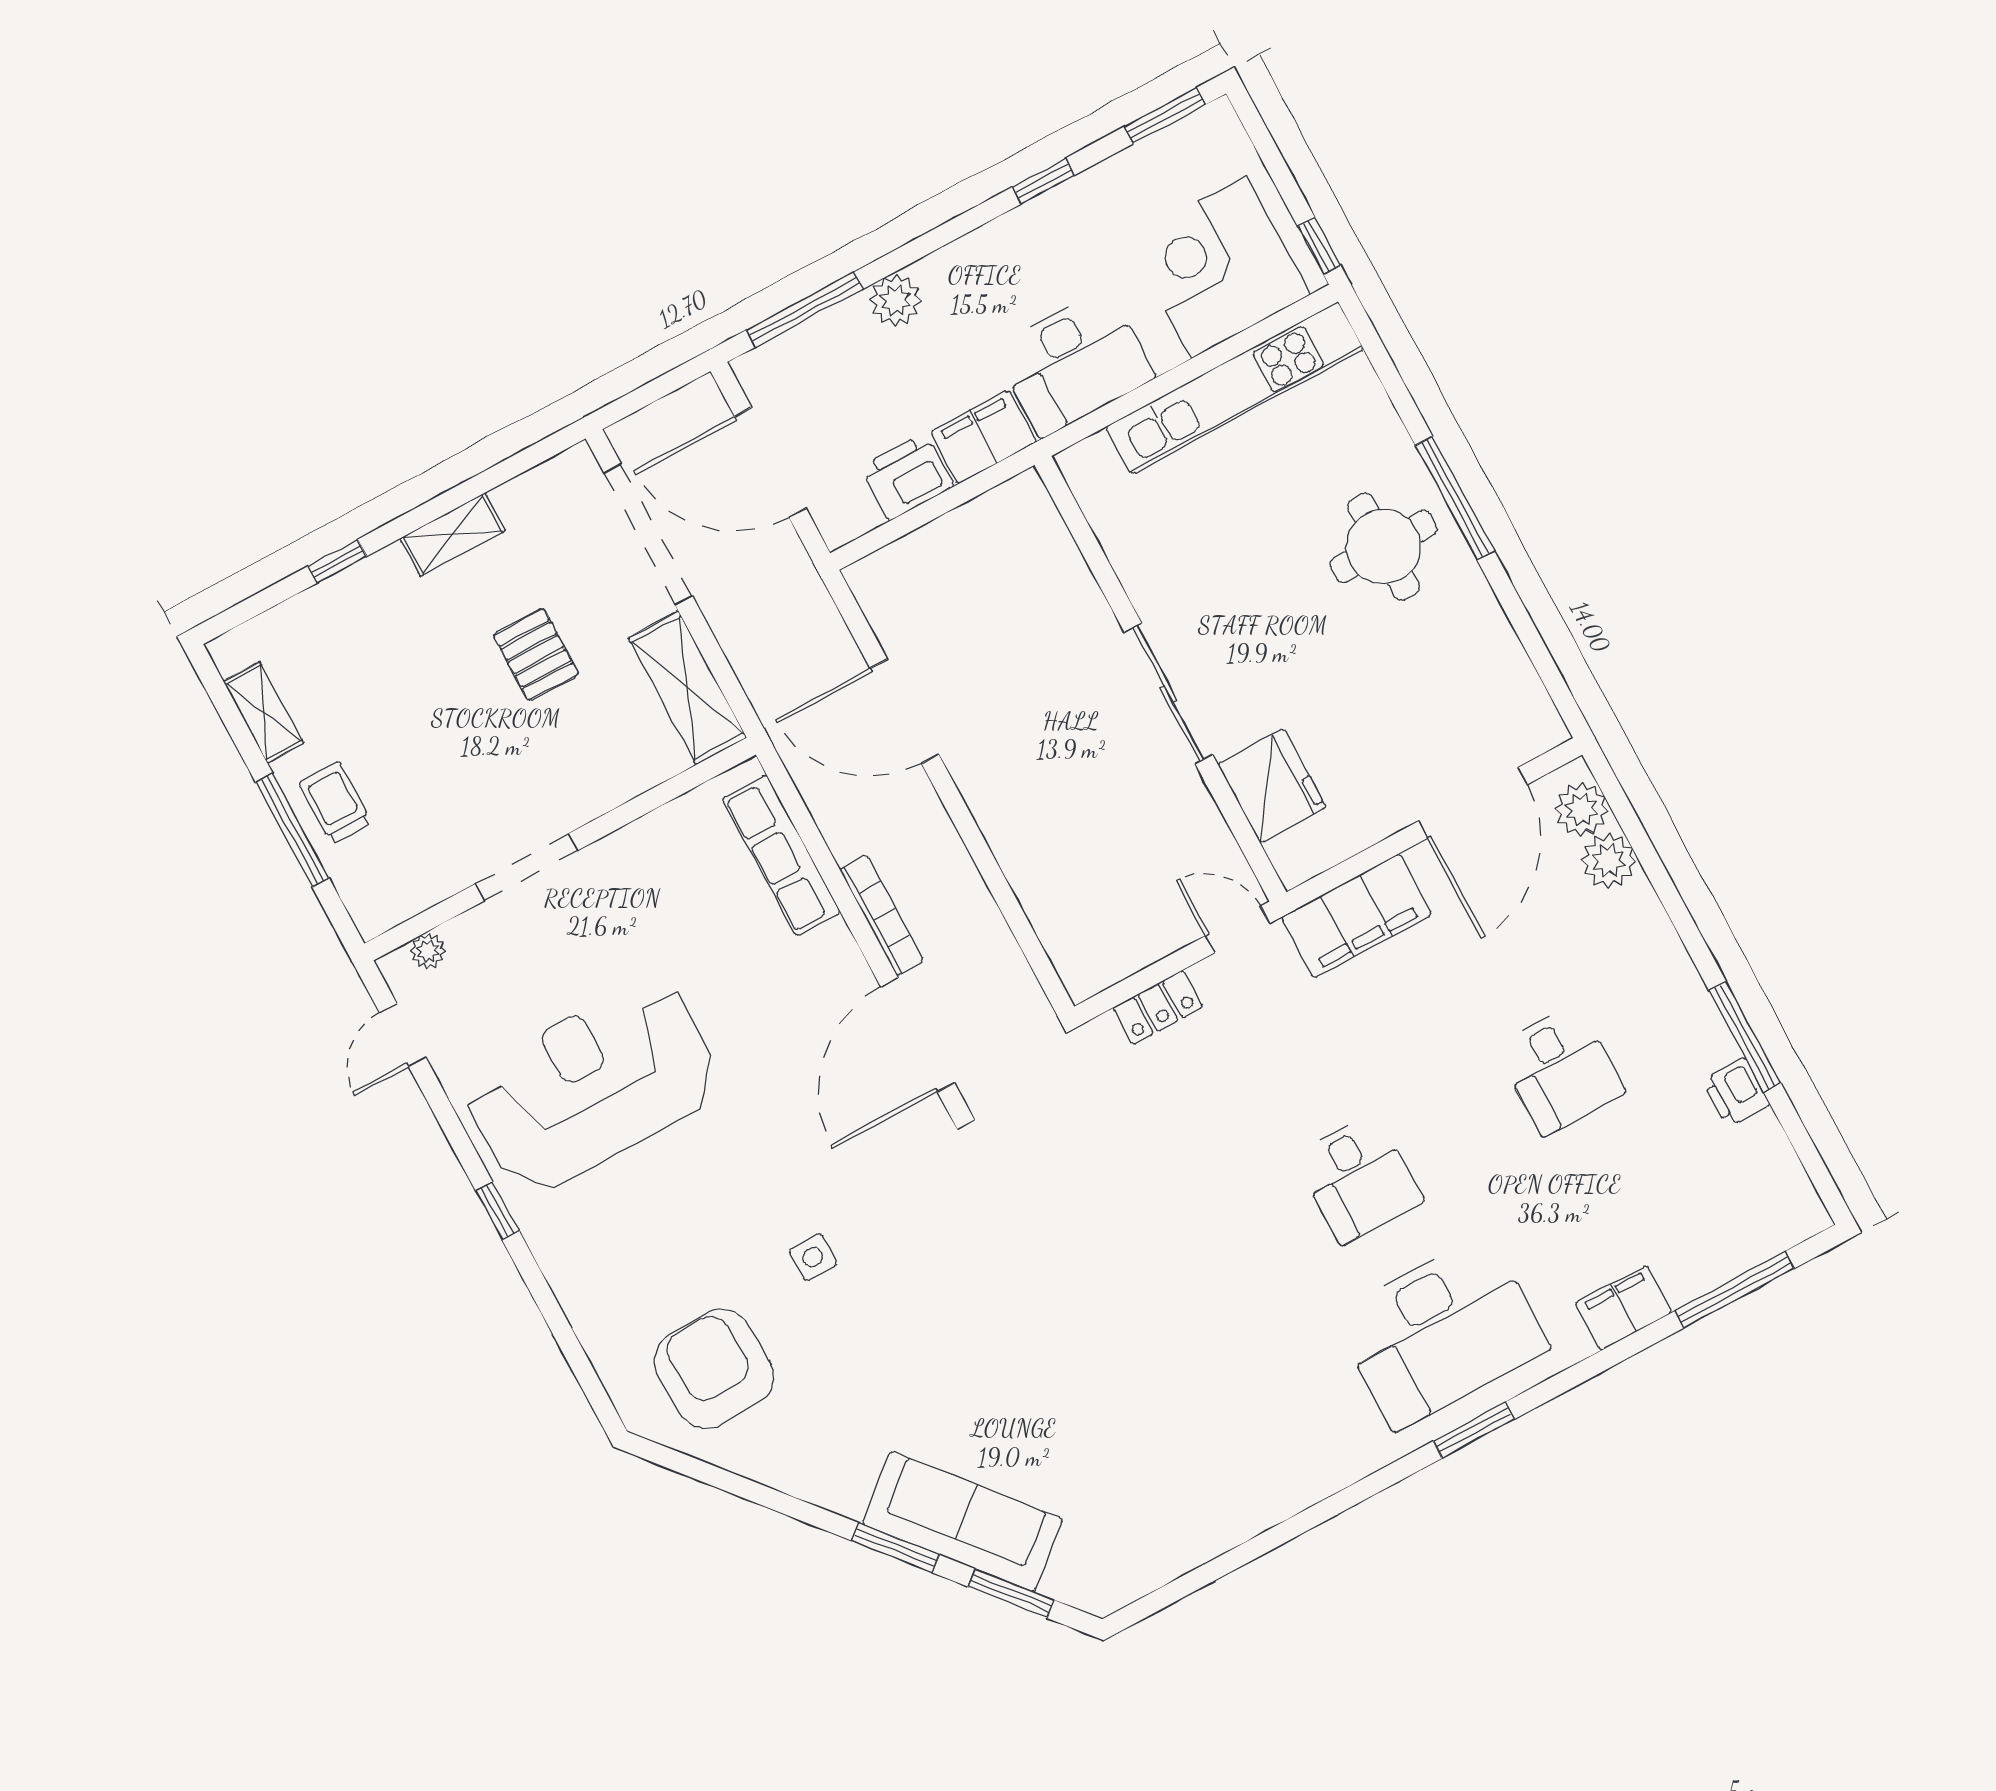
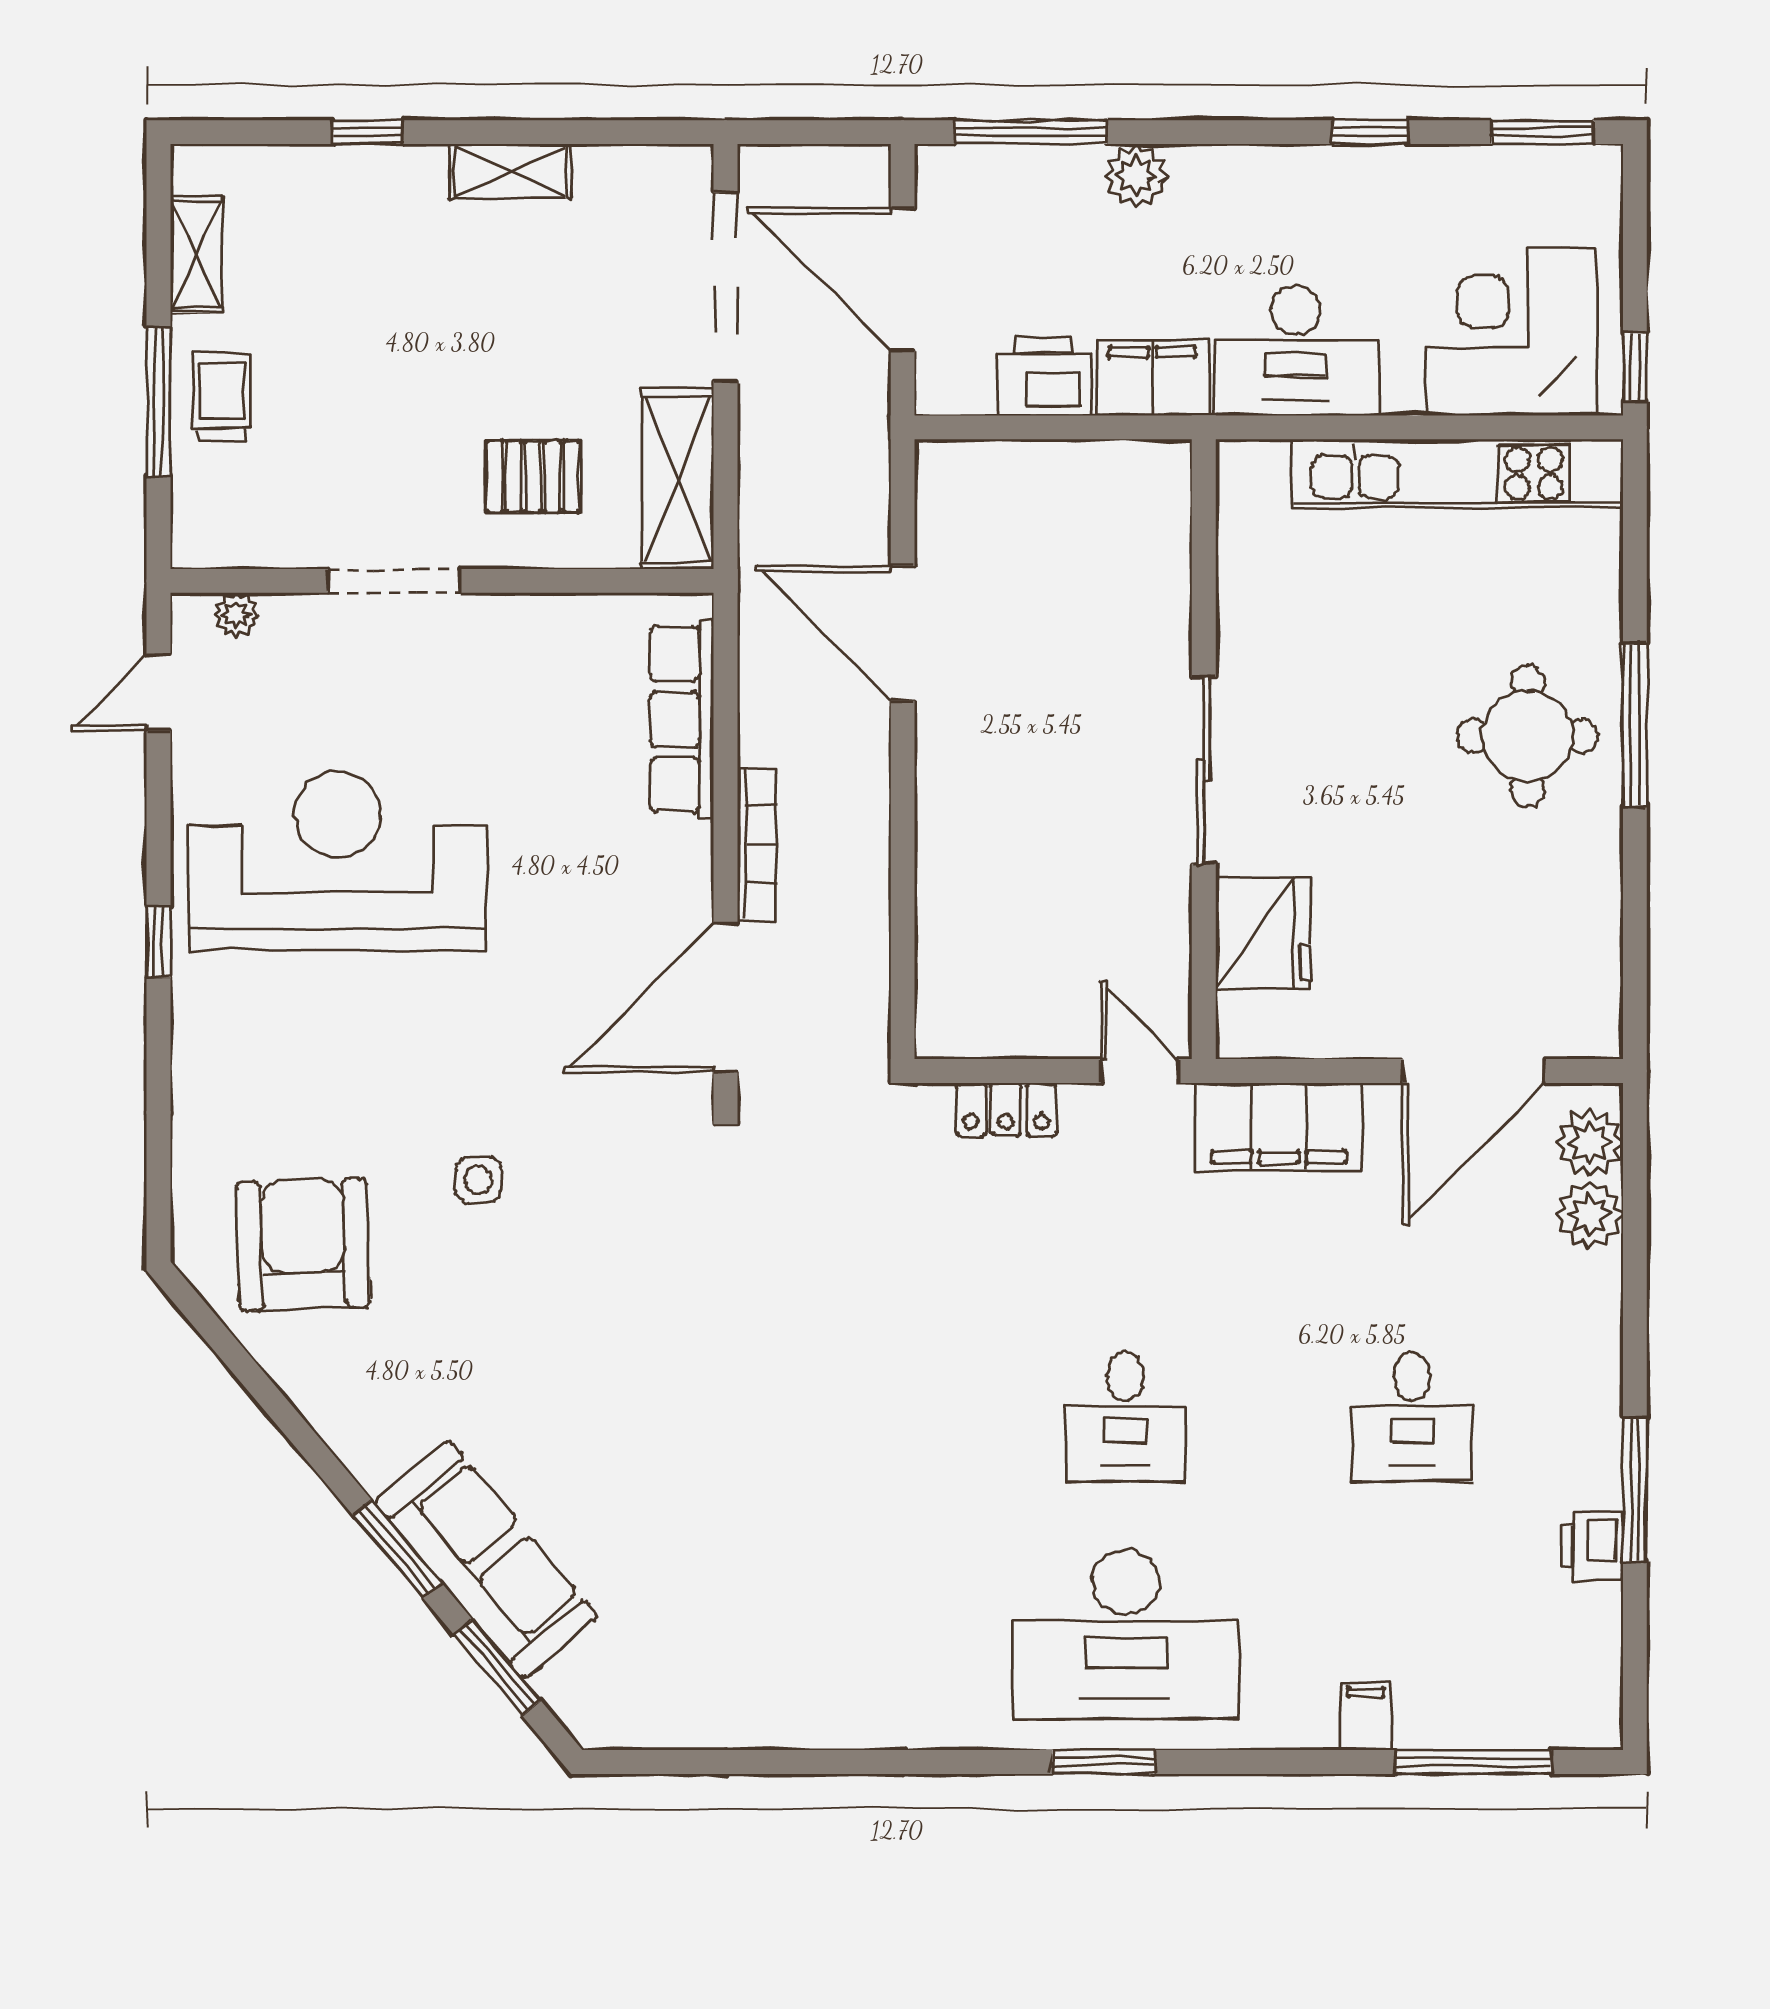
pallet: (536, 655) -> (533, 476), moved, turned 90
filing cabinet: (1623, 1308) -> (1366, 1716), width x0.50

